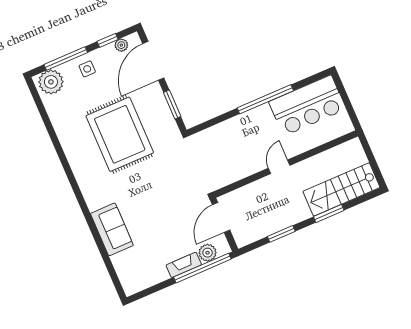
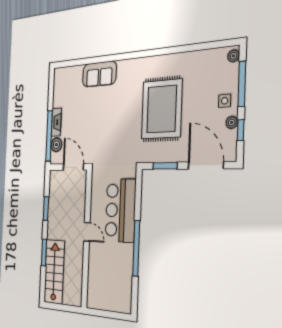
plant: (121, 45) -> (232, 122), moved
plant: (51, 82) -> (233, 56), width x0.53, depth x0.53
bar counter: (307, 105) -> (121, 210), moved
rug: (120, 134) -> (162, 109), turned 90

